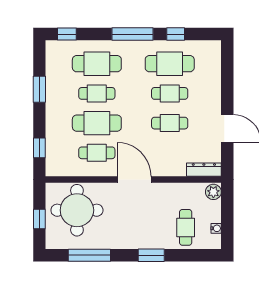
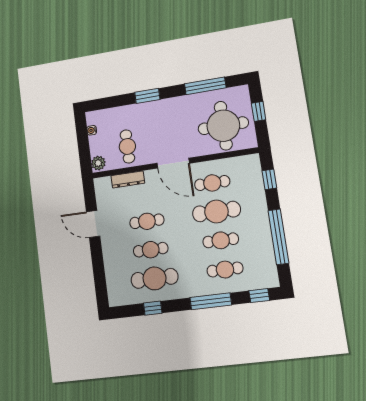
window: (133, 34) -> (211, 301), moved
cafe table: (97, 64) -> (225, 270), width x0.73, depth x0.74
window: (39, 89) -> (278, 237), width x2.11
dresser: (204, 170) -> (128, 179), moved
cafe table: (186, 227) -> (127, 146), moved

